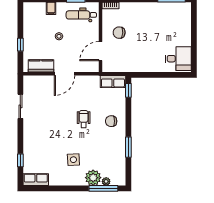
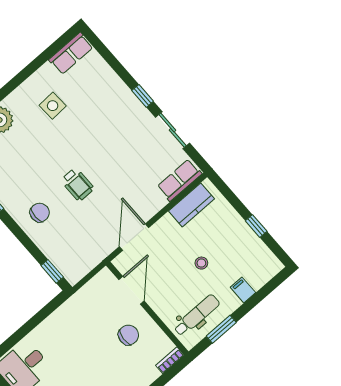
window: (20, 45) -> (256, 226), moved
door: (64, 74) -> (134, 237), moved
row of seats: (113, 82) -> (179, 180), moved
window: (20, 160) -> (143, 96), moved
side table: (73, 160) -> (53, 106), moved

